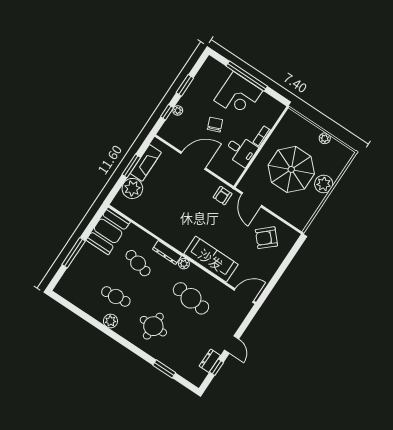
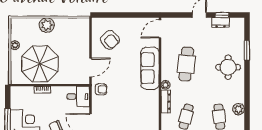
desk: (241, 151) -> (78, 96), moved, turned 90
parasol: (291, 169) -> (40, 64), moved
door: (244, 296) -> (160, 29), hinge flipped
round table: (153, 326) -> (228, 67), moved

